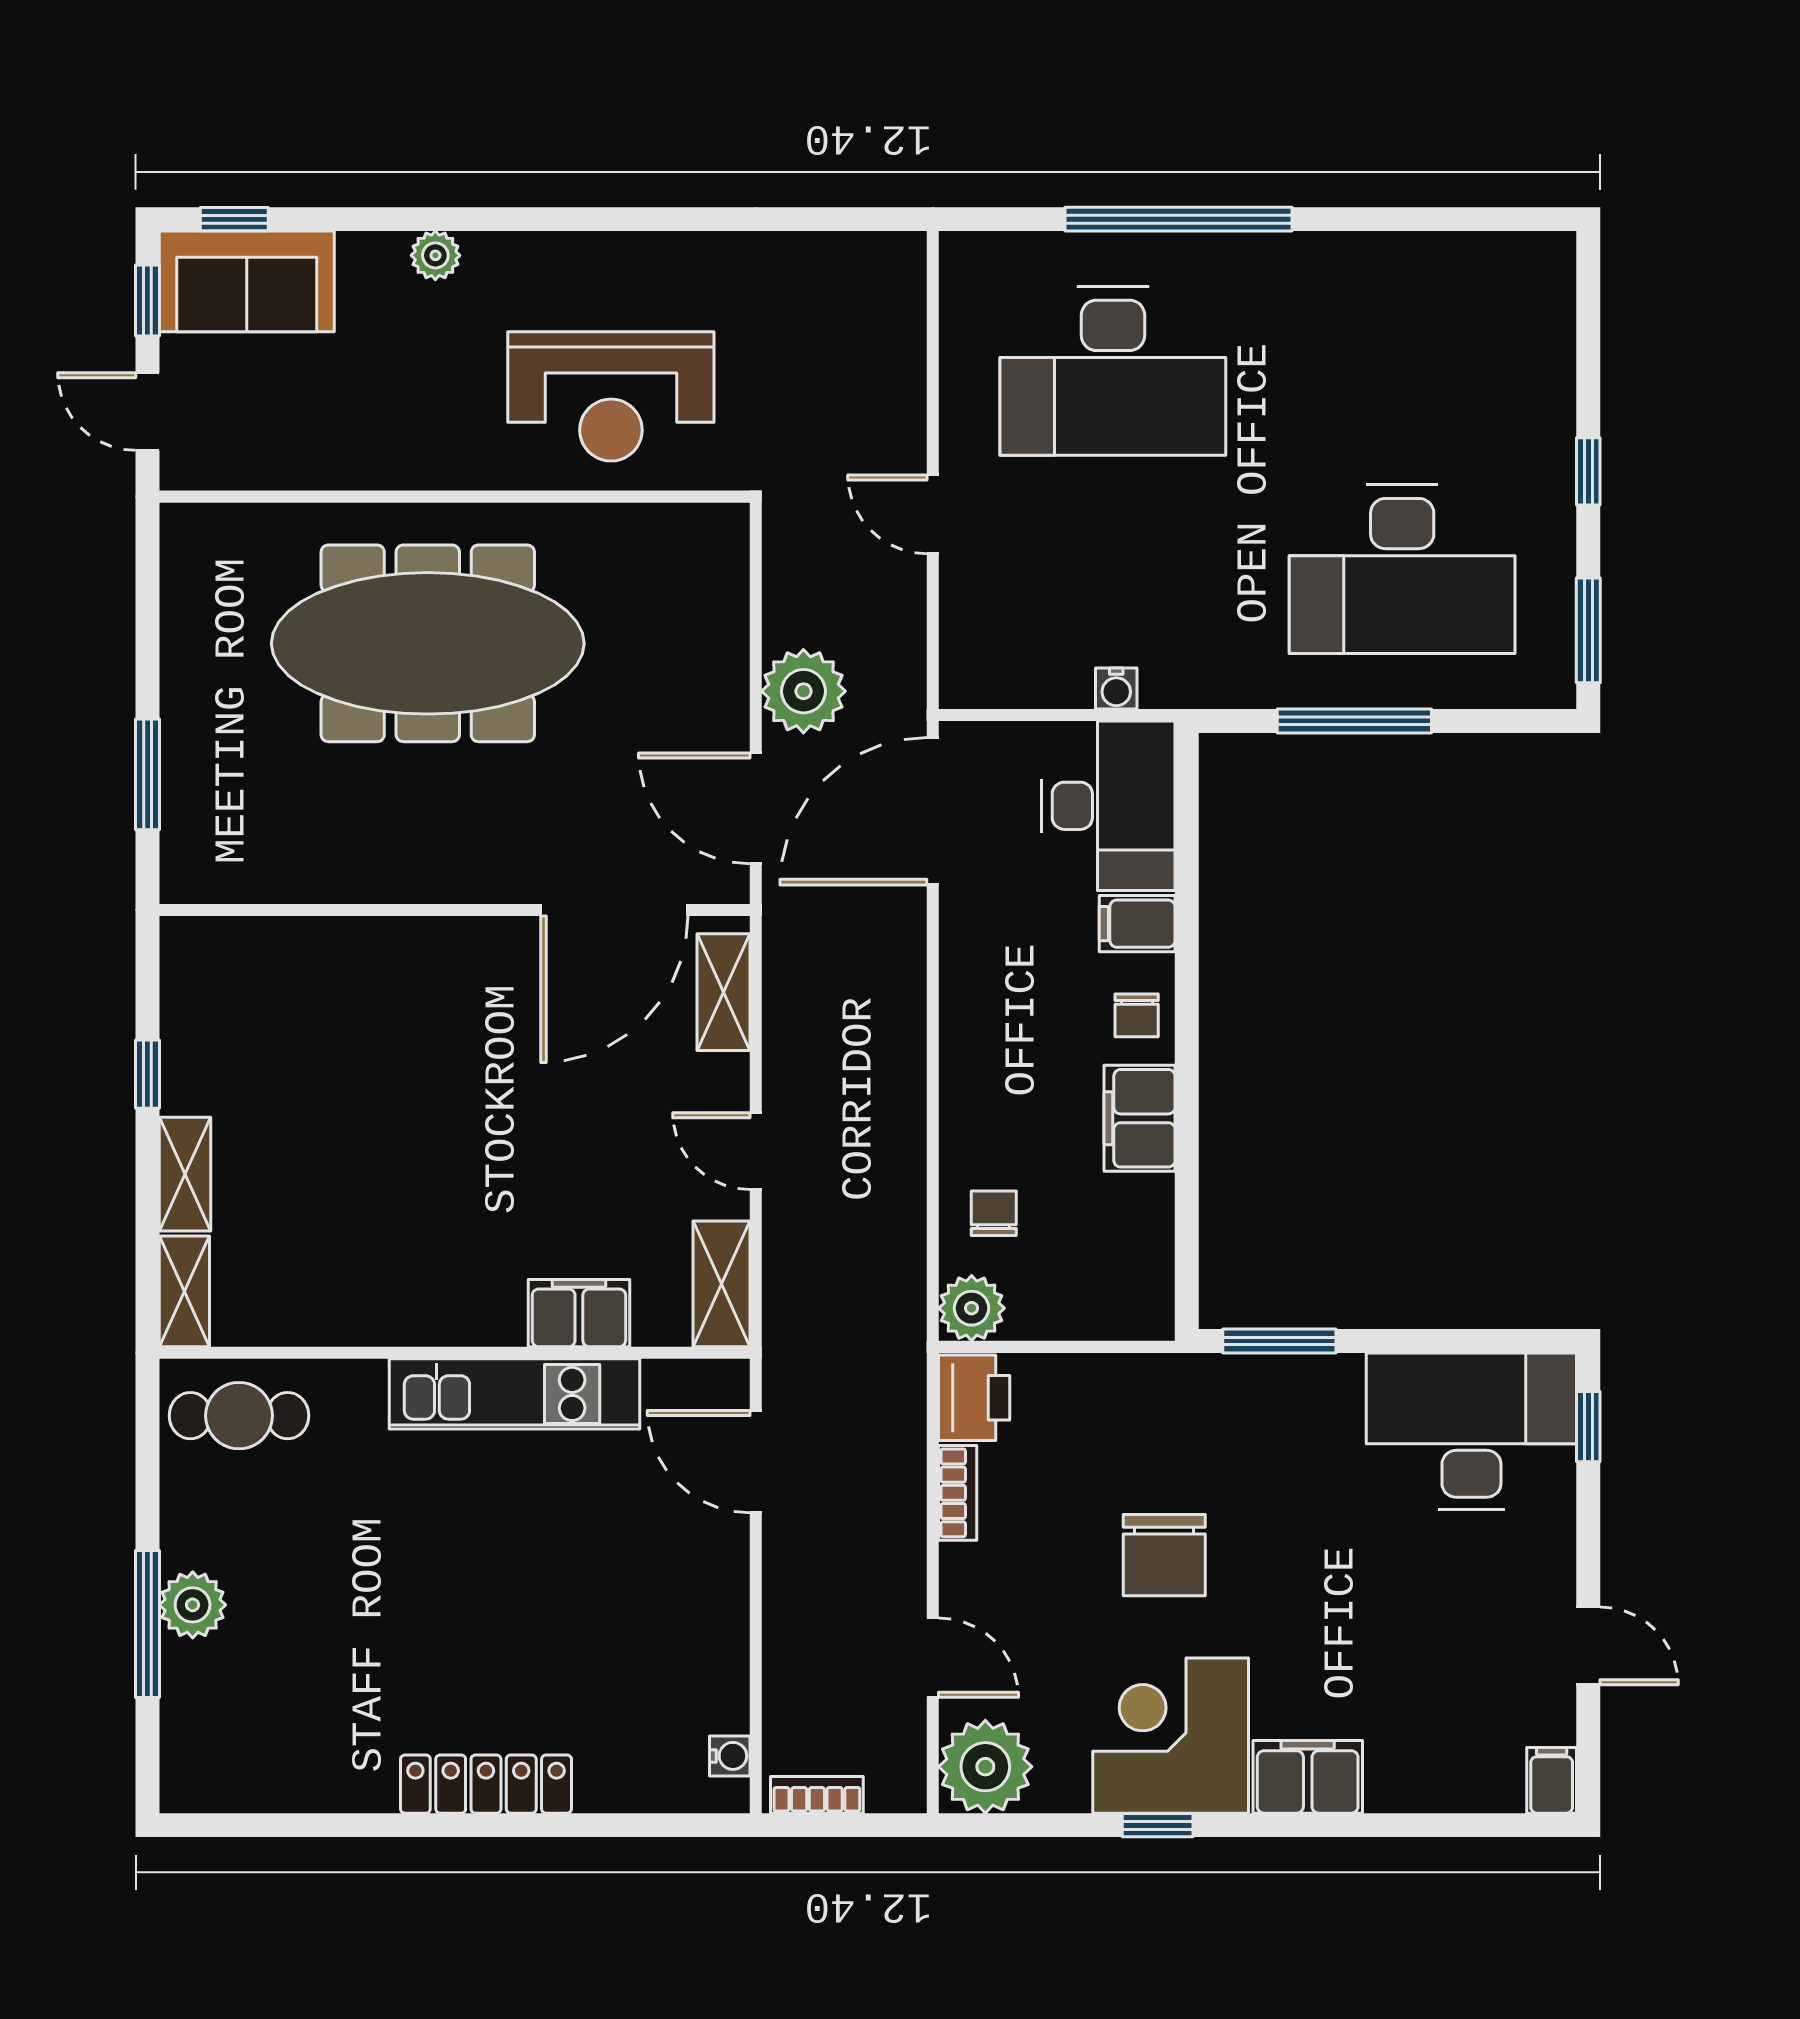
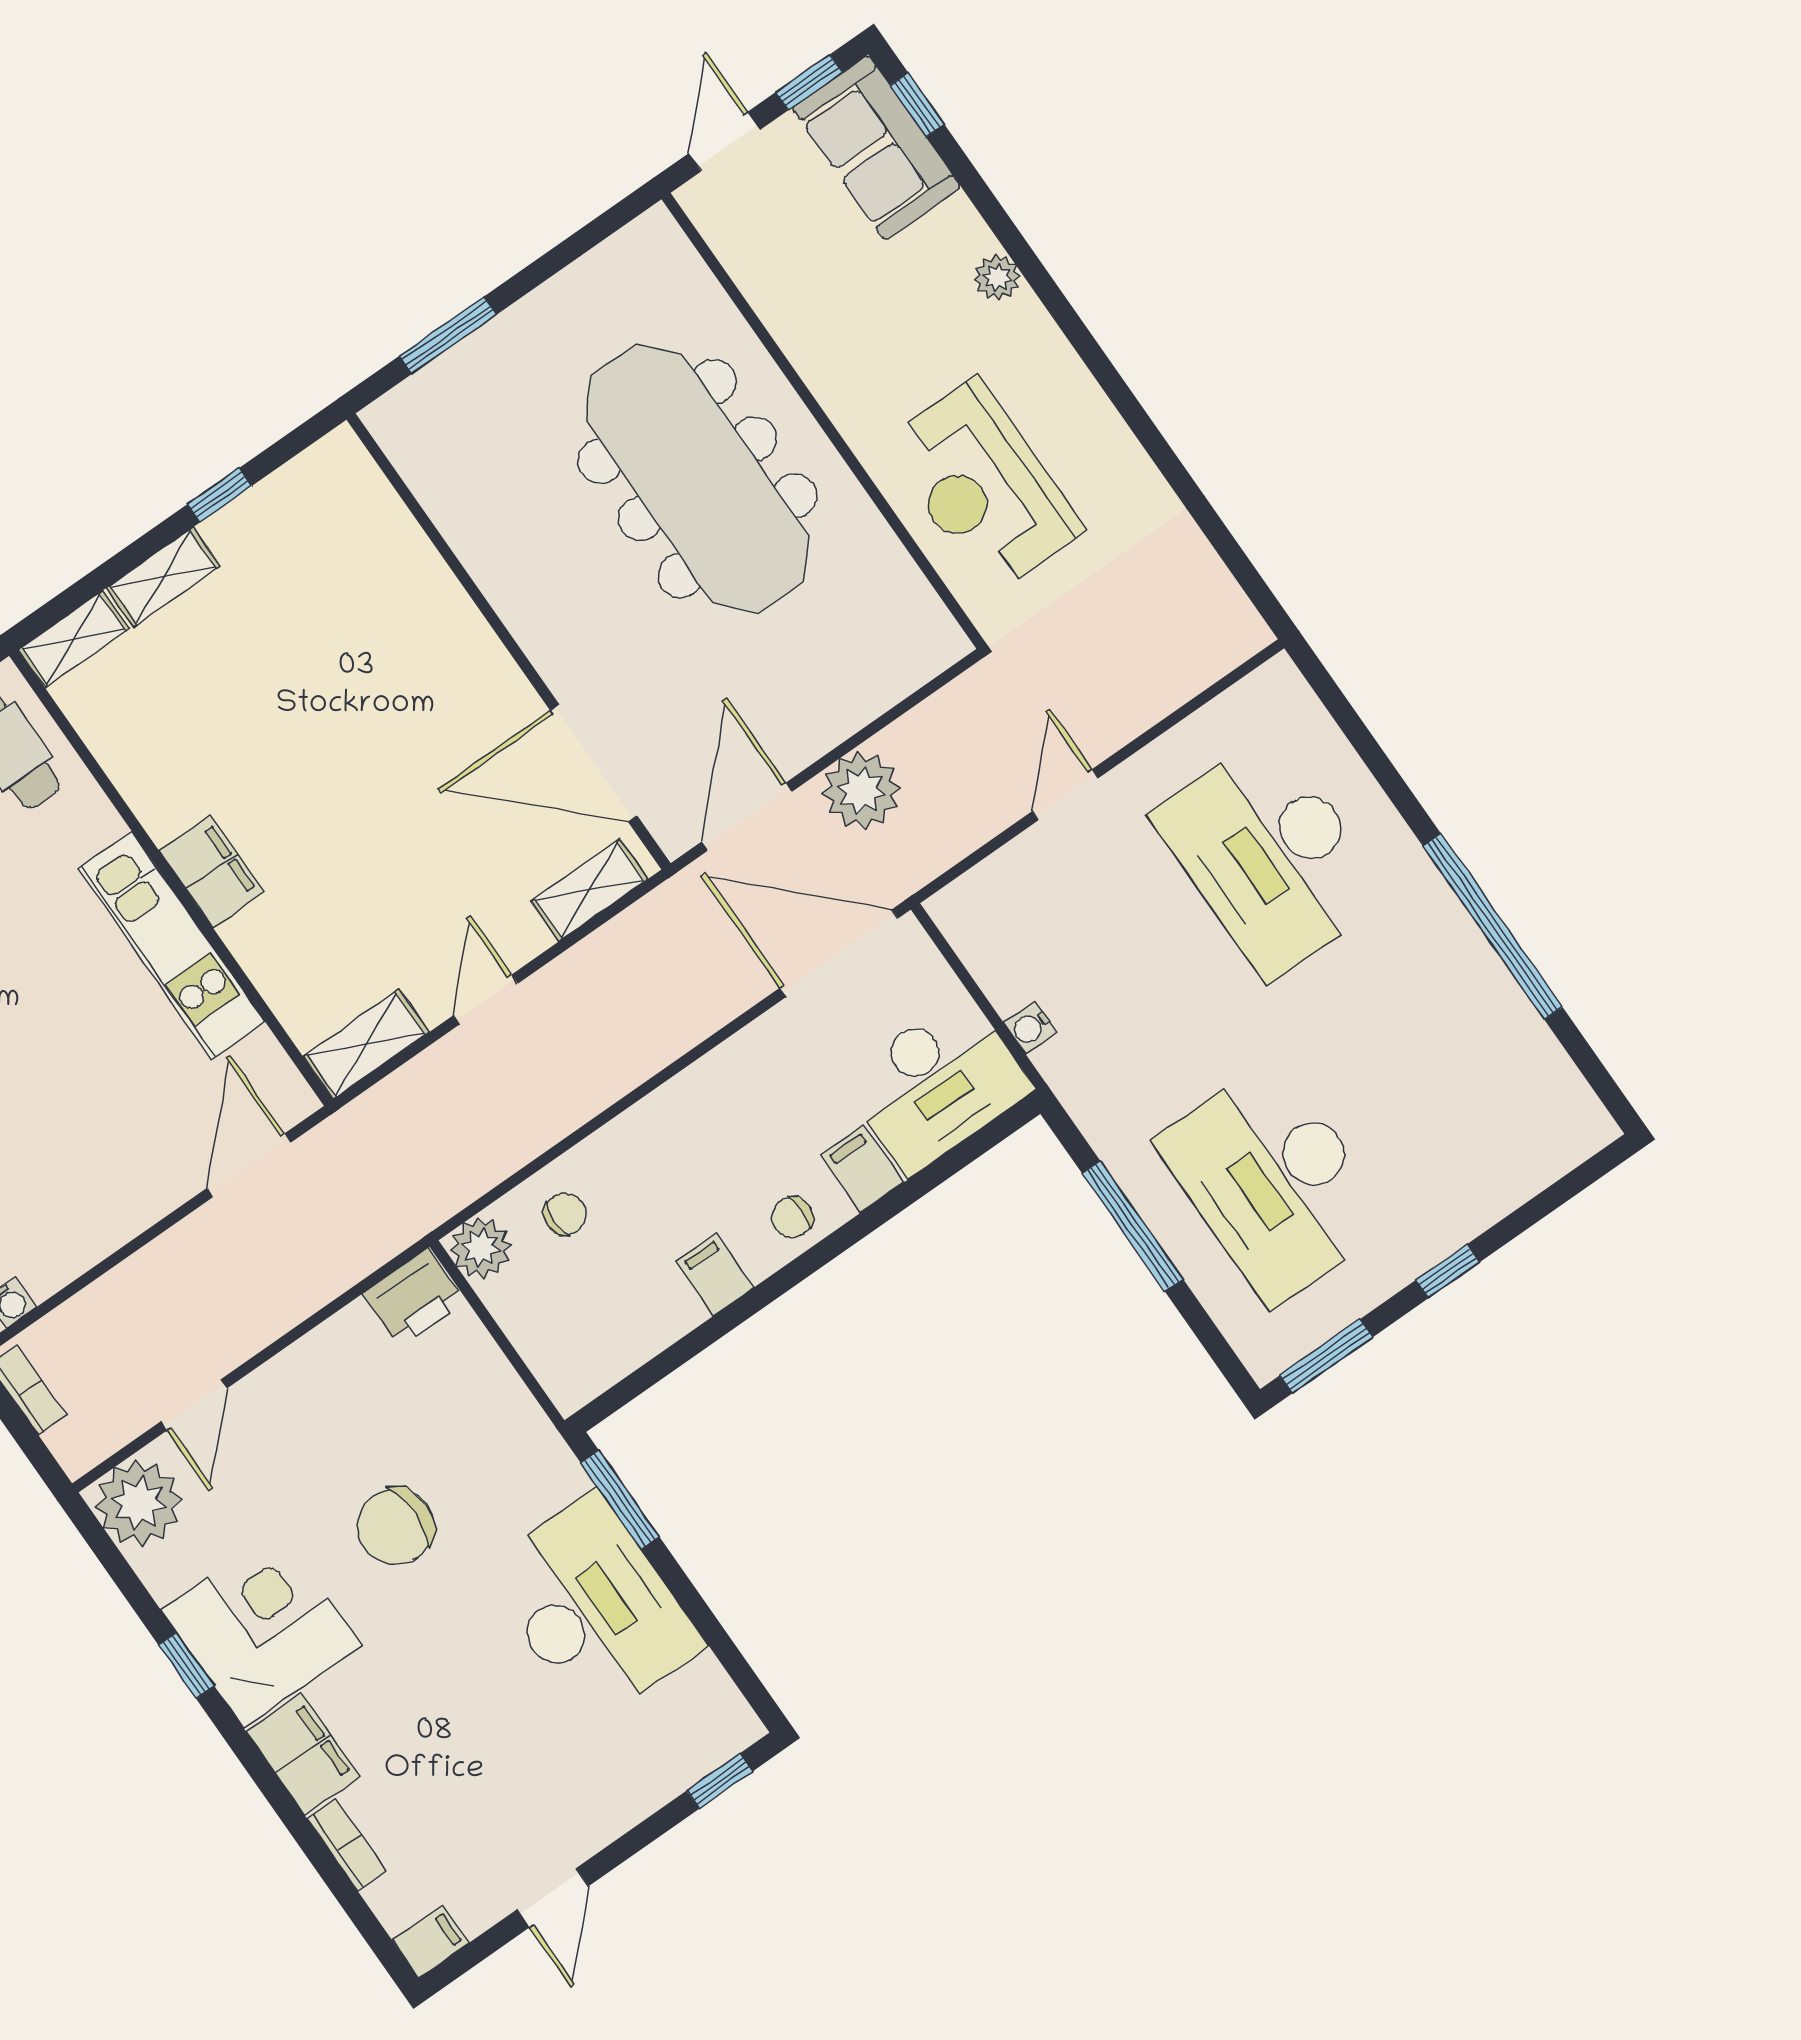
window: (1179, 219) -> (1493, 927), moved
filing cabinet: (1139, 1118) -> (715, 1274), width x0.50
filing cabinet: (579, 1313) -> (212, 871), moved
desk: (1471, 1431) -> (593, 1608), moved
bookcase: (958, 1493) -> (347, 1845), moved, turned -90

